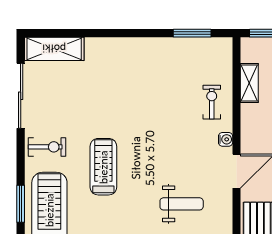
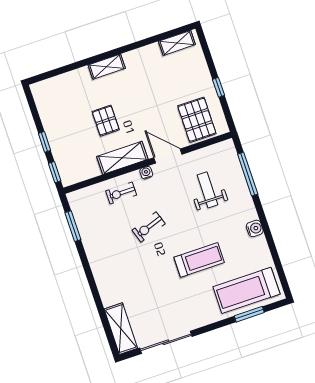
shelving: (249, 83) -> (122, 158), moved, width x1.50, depth x1.33
exercise bike: (47, 147) -> (149, 227), moved, turned -109
treadmill: (103, 167) -> (199, 260), turned 180

